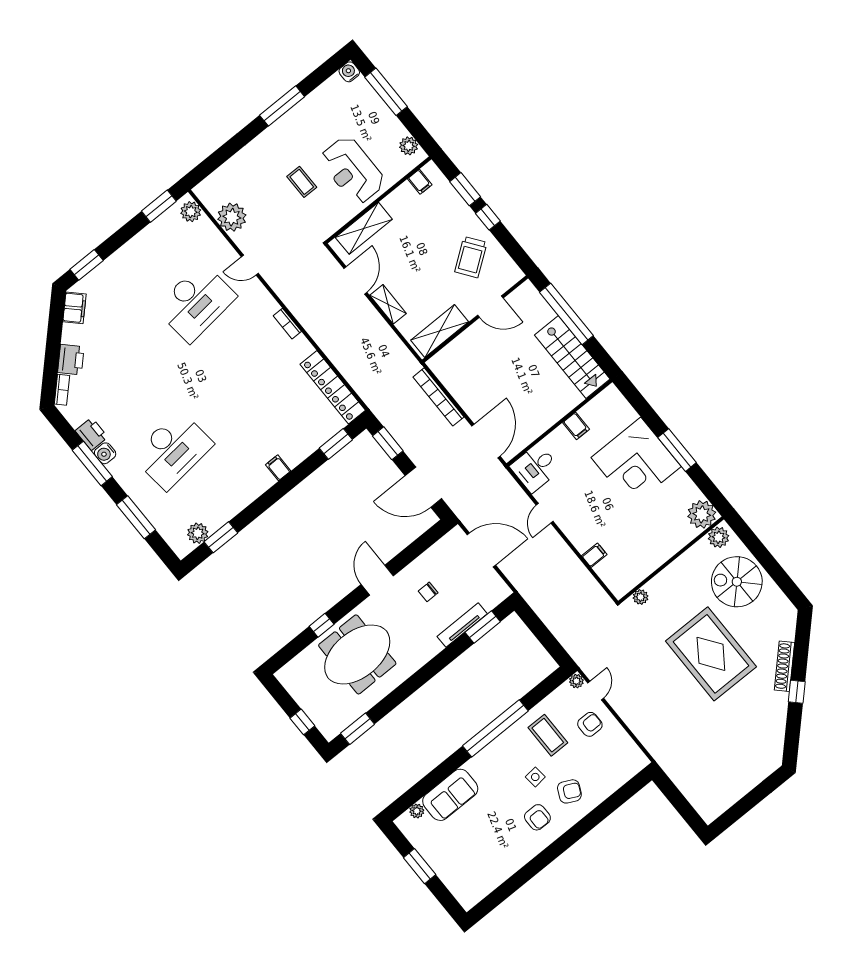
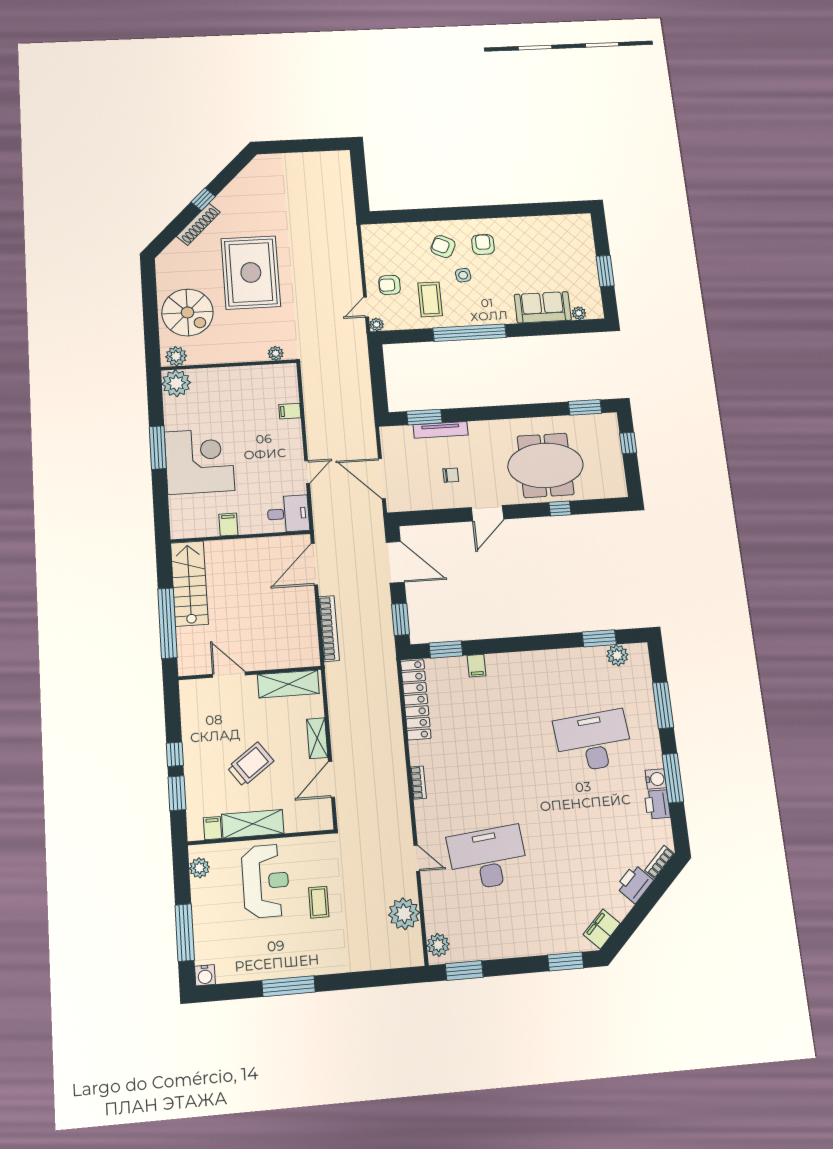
shelving: (364, 228) -> (253, 824), moved
trolley: (471, 257) -> (250, 764), moved
filing cabinet: (278, 468) -> (476, 666), moved

